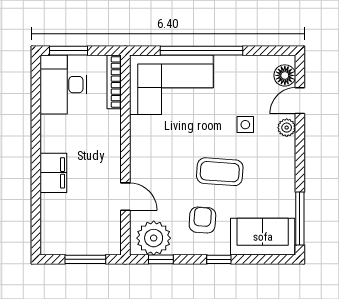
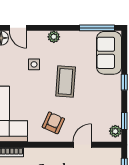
plant: (287, 128) -> (54, 37), moved
armchair: (202, 220) -> (53, 123), moved, turned 110
plant: (154, 238) -> (115, 131), width x0.53, depth x0.53

